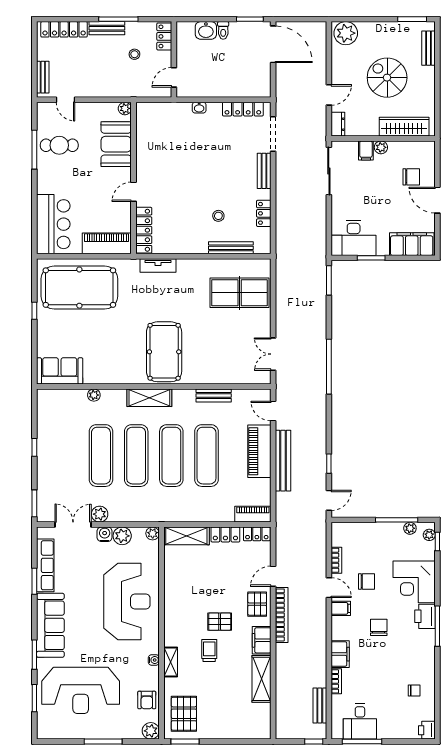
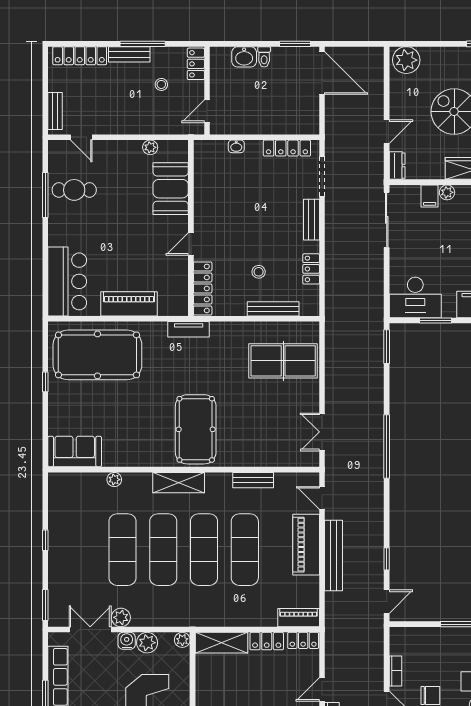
booth: (116, 144) -> (171, 189), moved
wall: (134, 178) -> (191, 228), moved
door: (134, 192) -> (191, 244), moved
locker: (144, 230) -> (203, 288), moved

